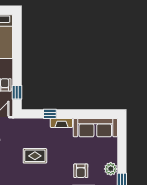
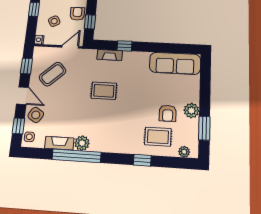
fireplace: (61, 123) -> (110, 55), moved
armchair: (81, 171) -> (168, 113), moved

